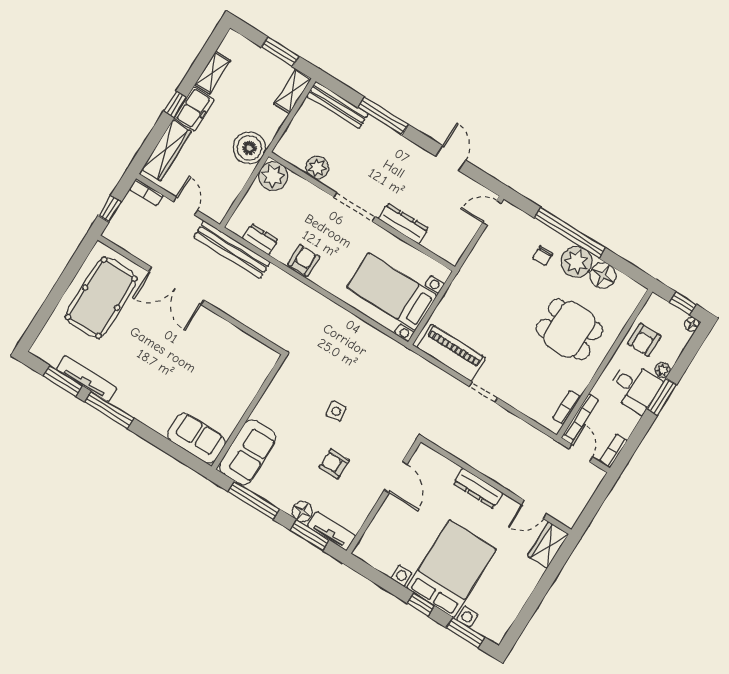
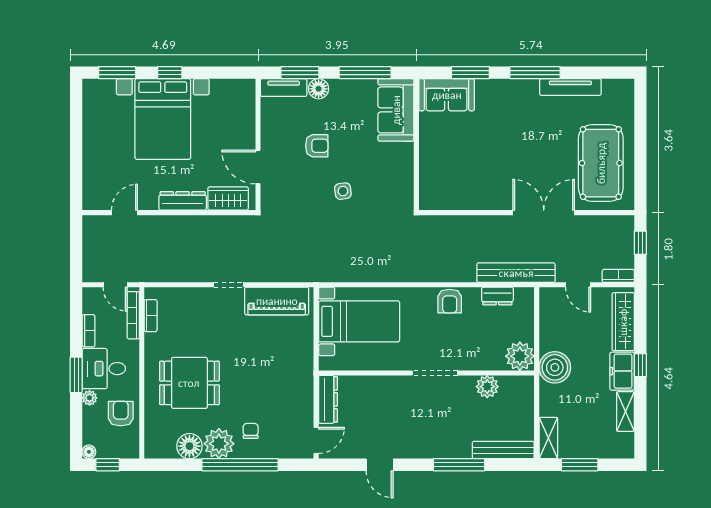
dresser: (403, 224) -> (328, 399), moved, turned -90
window: (63, 381) -> (470, 73), moved
bookcase: (613, 451) -> (88, 331), moved
wardrobe: (548, 545) -> (228, 198), moved, turned -90

